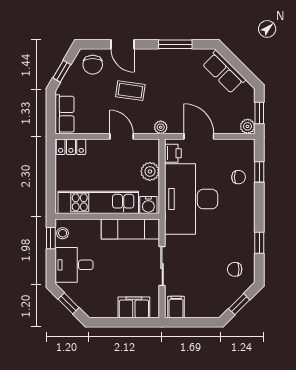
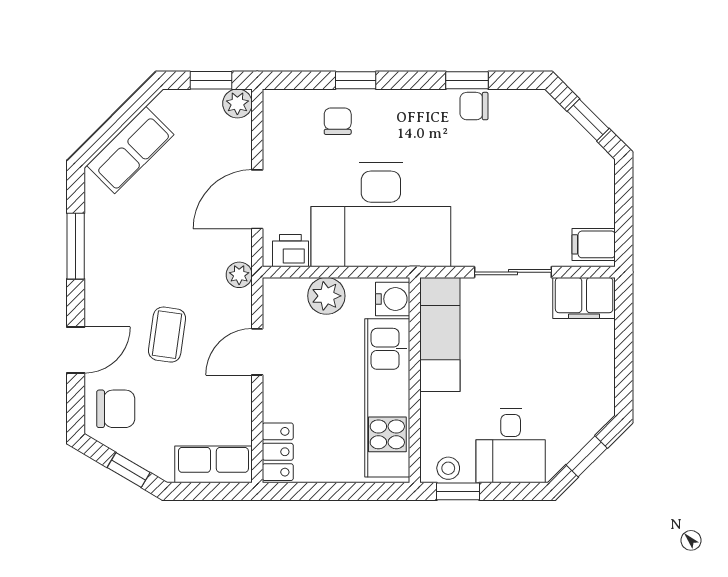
window: (259, 172) -> (356, 80), moved
chair: (235, 269) -> (474, 106), moved, turned 90
filing cabinet: (134, 307) -> (584, 298), moved, turned -90

